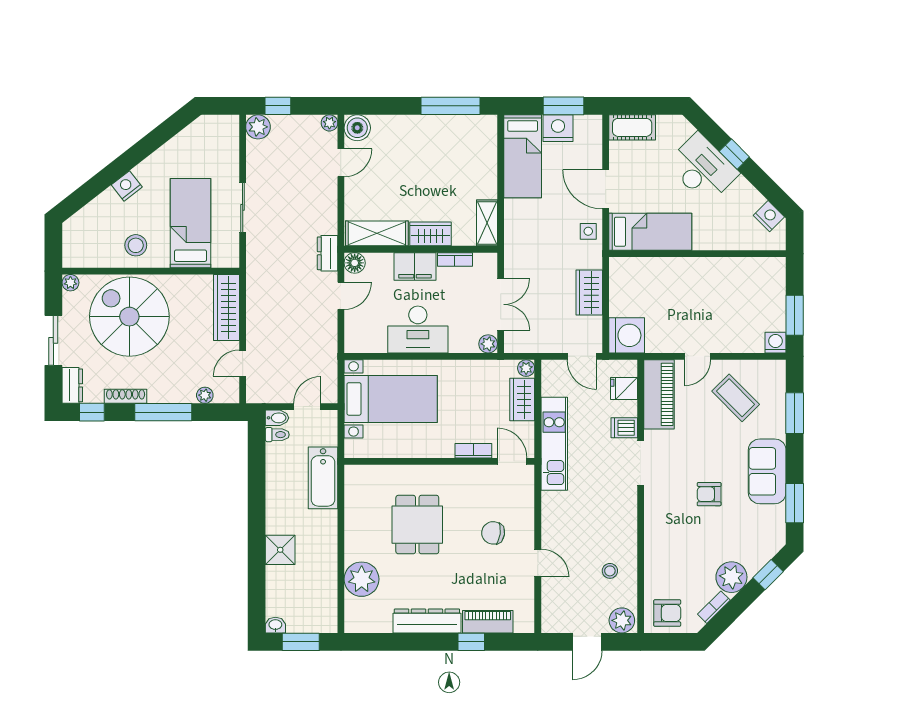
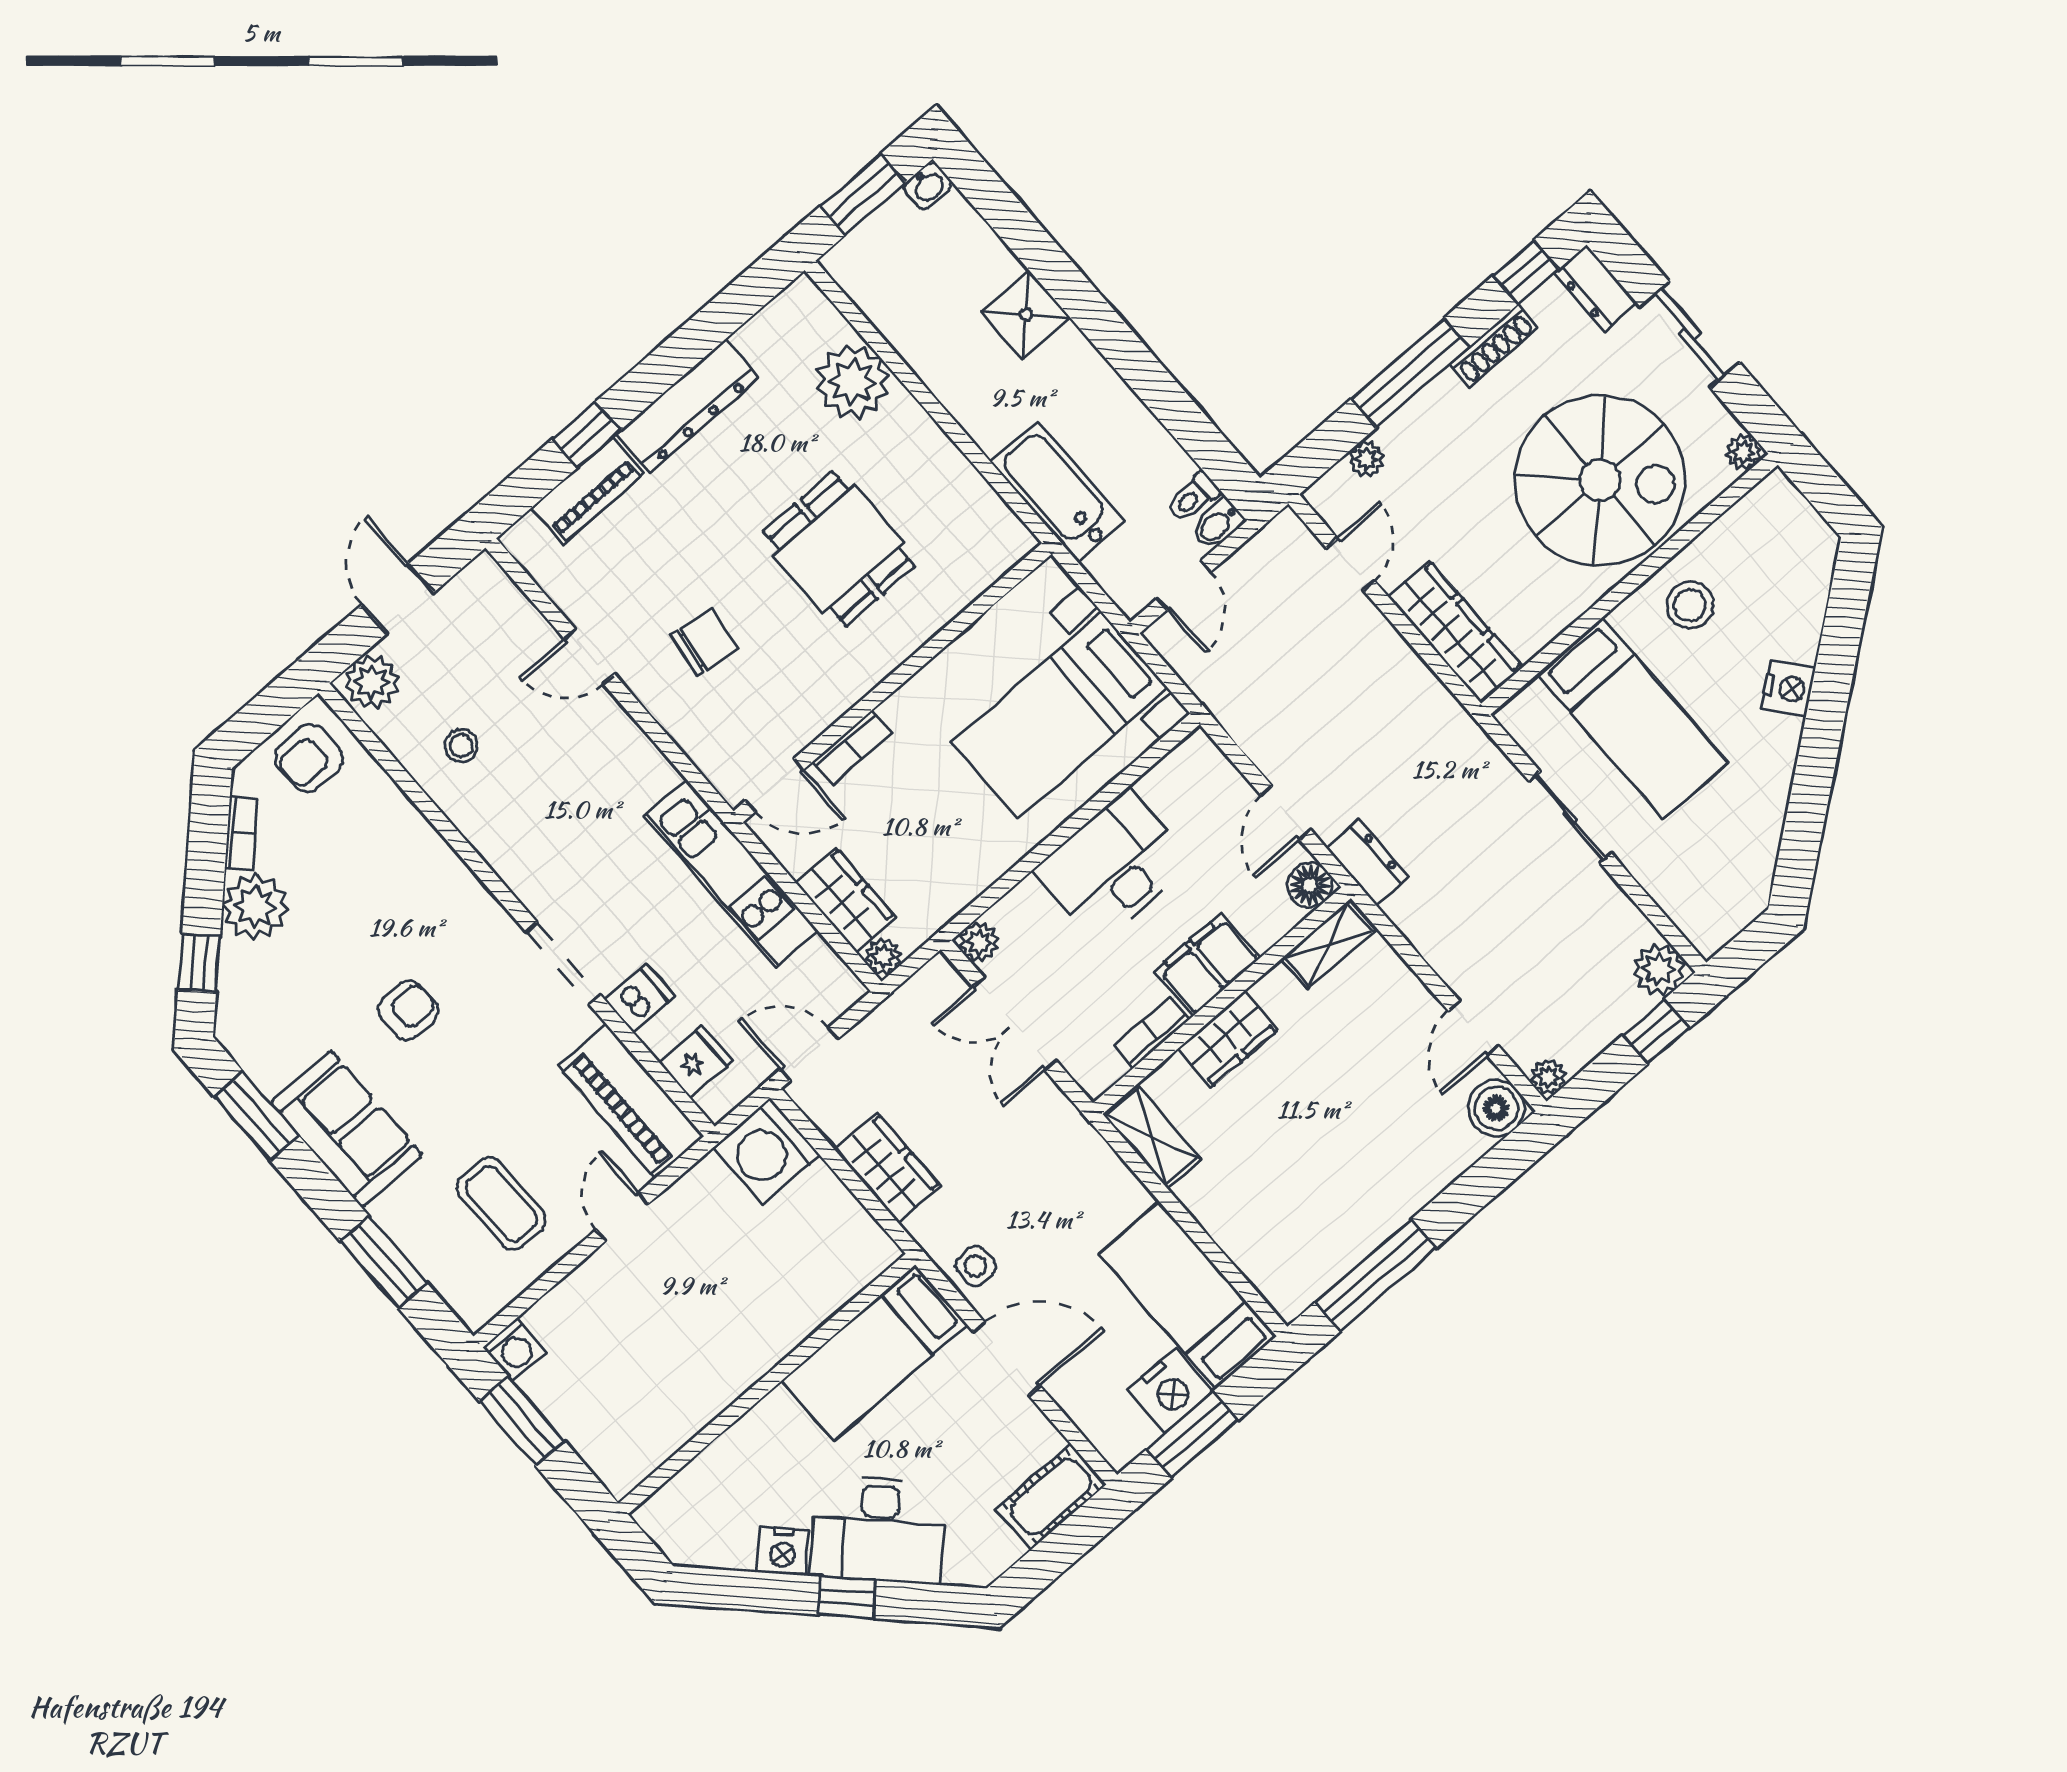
nightstand: (769, 216) -> (783, 1551), moved
shelving: (377, 233) -> (1328, 944), width x0.67, depth x0.75
coffee table: (736, 398) -> (501, 1204), turned 45

